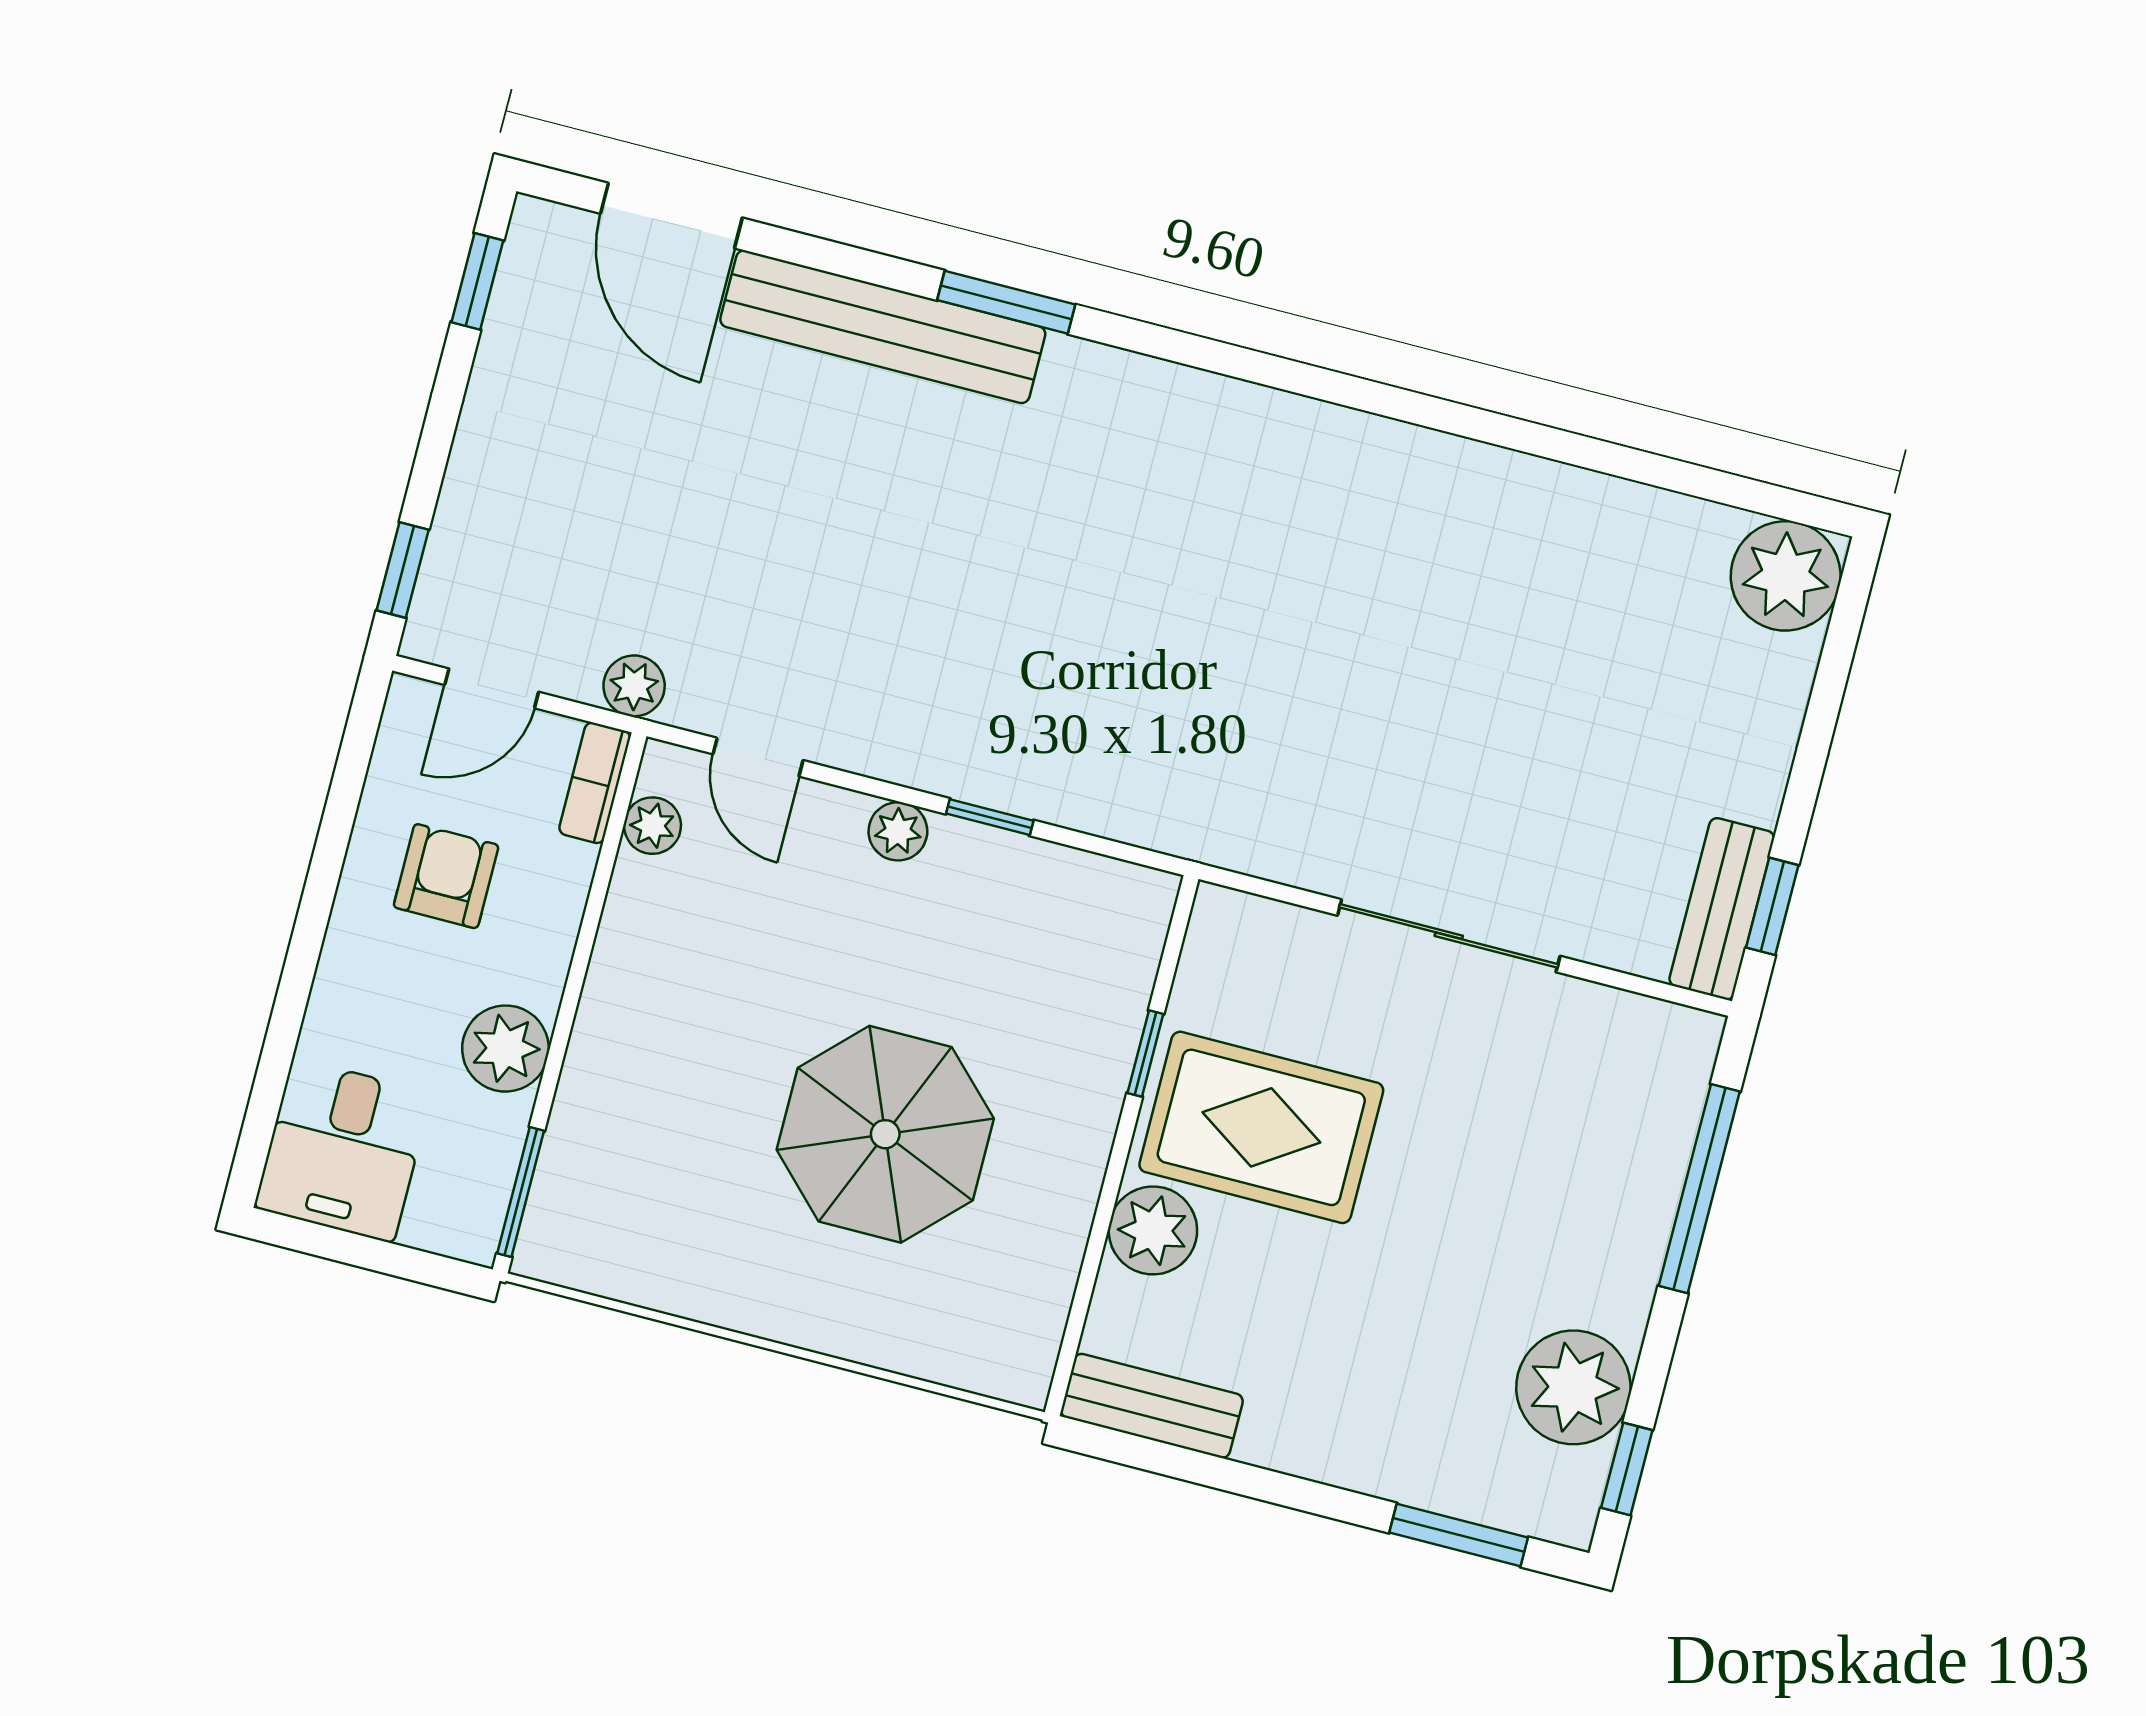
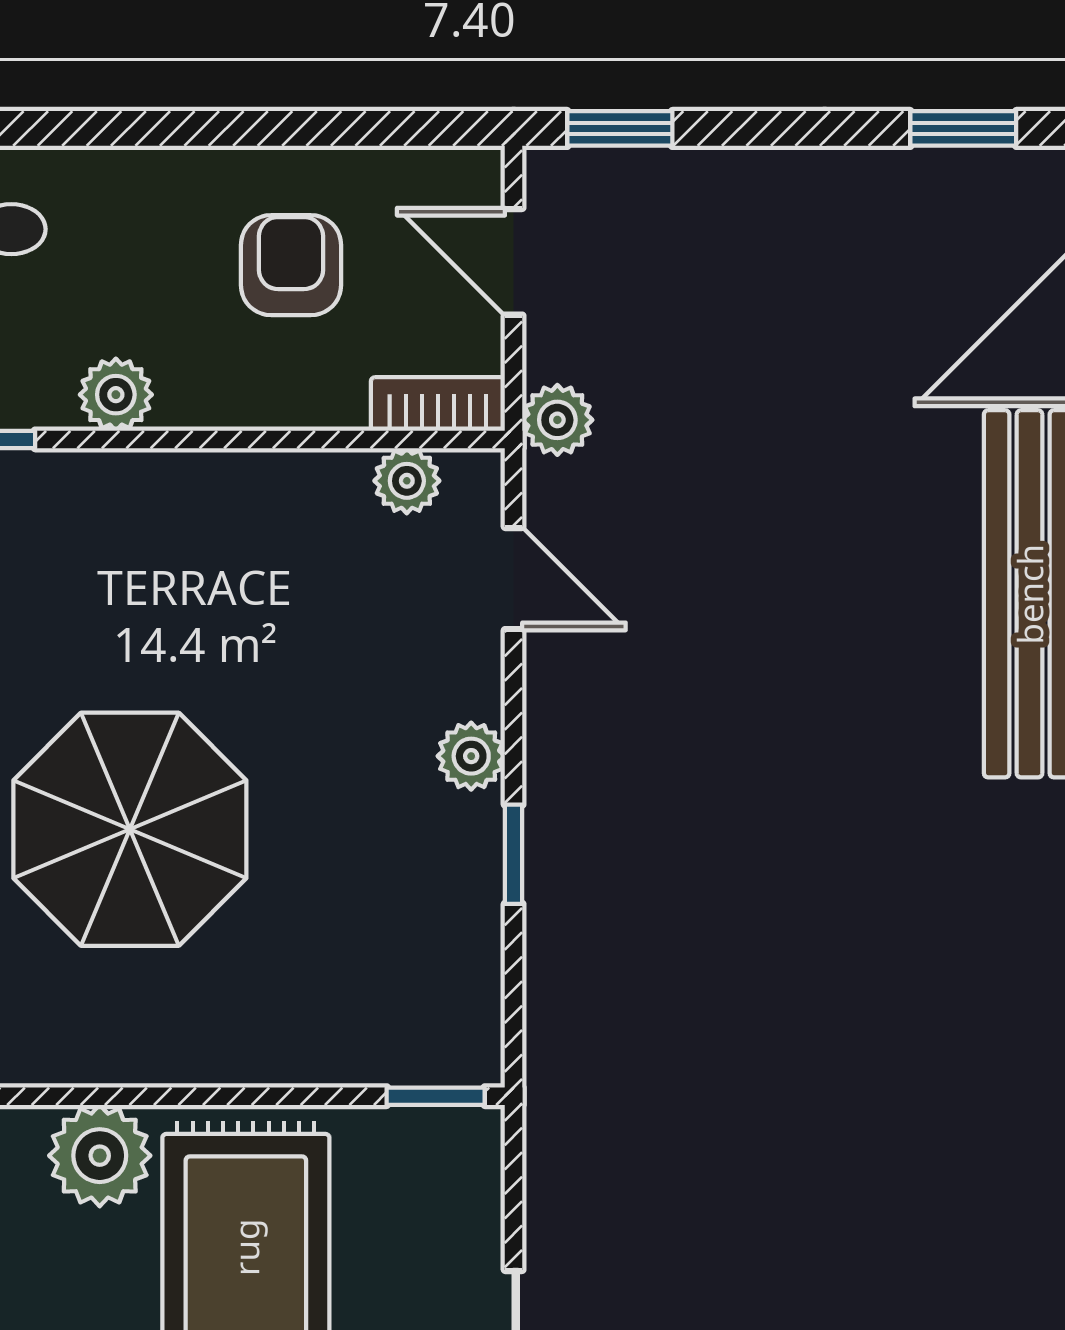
door: (758, 757) -> (514, 579), swing flipped
armchair: (446, 876) -> (291, 265), turned -90
plant: (505, 1049) -> (116, 395), width x0.73, depth x0.73
window: (1145, 1053) -> (436, 1096), moved

